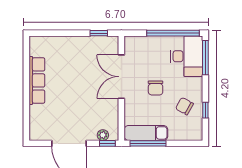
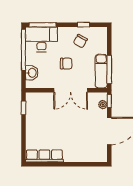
washbasin: (144, 44) -> (32, 73), added
double door: (121, 77) -> (71, 90), moved
row of seats: (37, 80) -> (44, 156), moved

